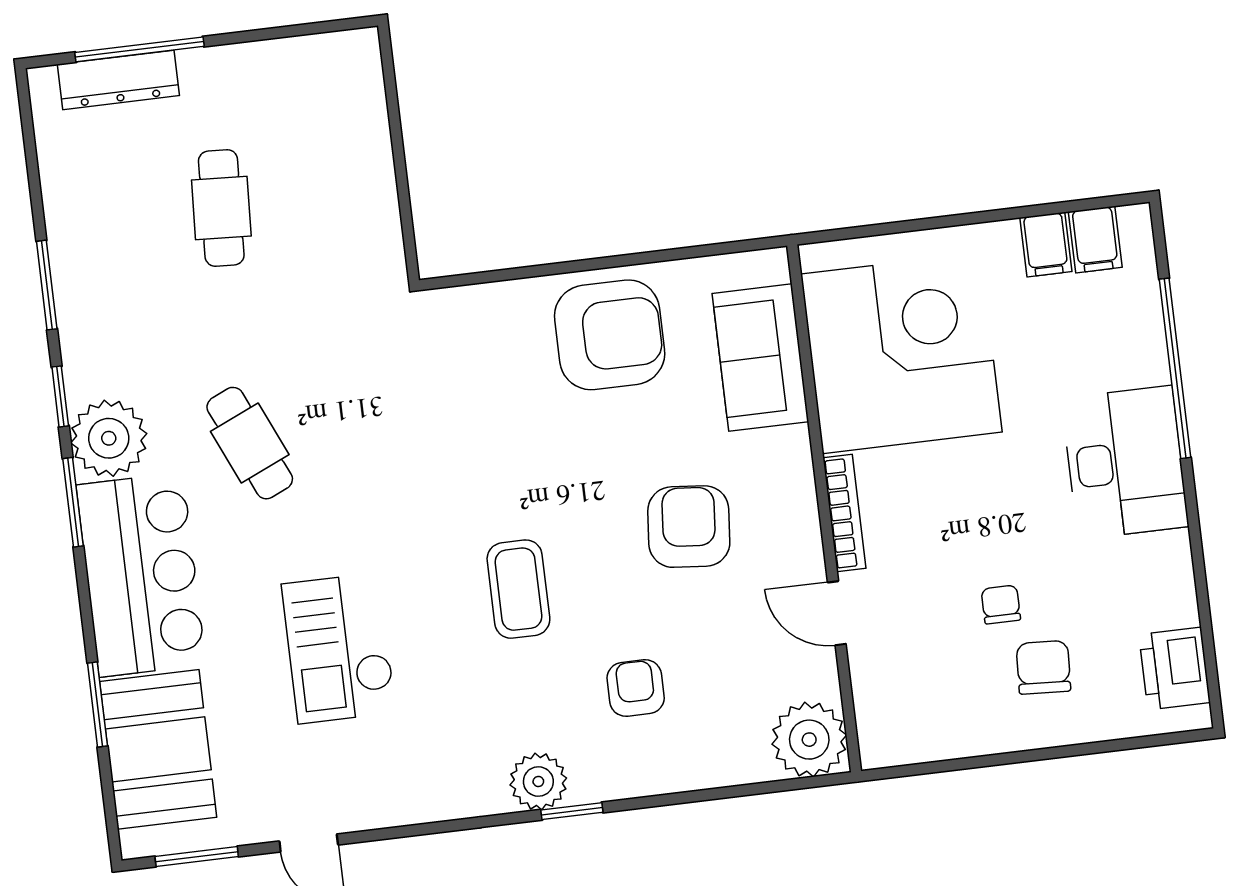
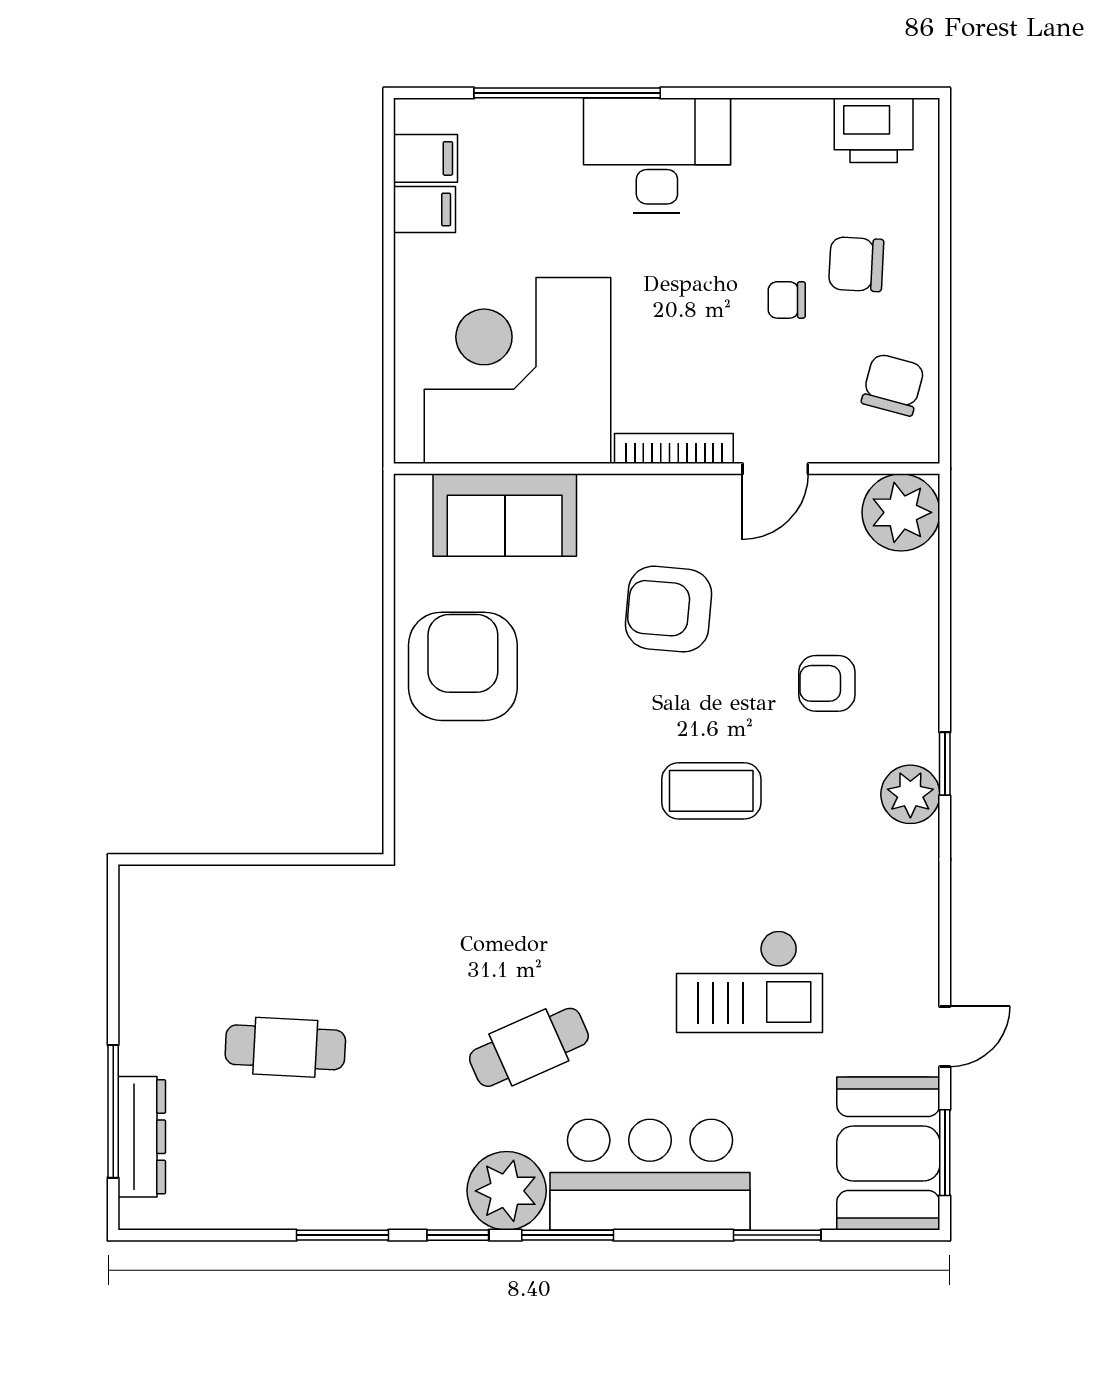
chair: (932, 717) -> (893, 385), added
booth: (158, 749) -> (888, 1154), moved, turned 90

